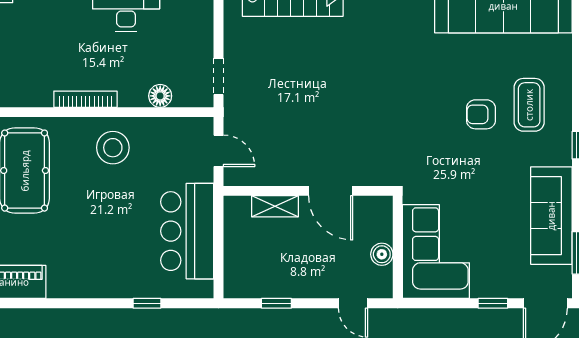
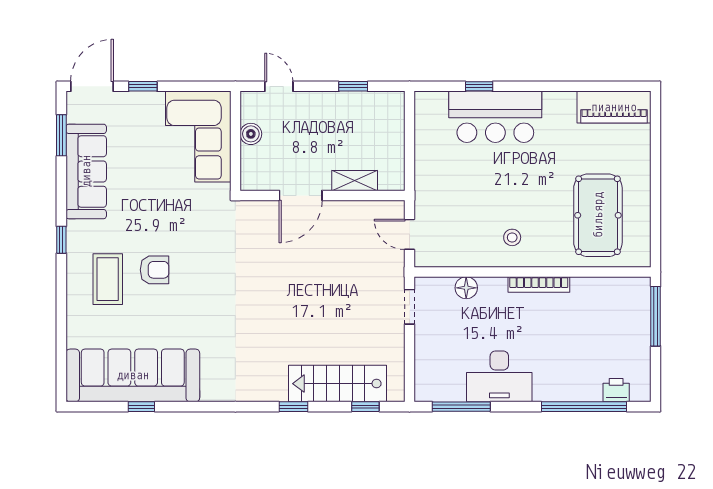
stool: (113, 148) -> (512, 237), width x0.53, depth x0.53
door: (331, 191) -> (301, 195), swing flipped
bar counter: (187, 231) -> (495, 117), moved, turned 90

